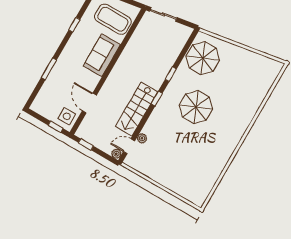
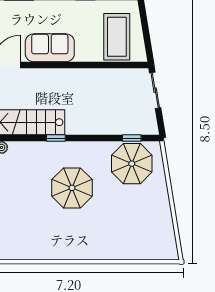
sofa: (102, 55) -> (50, 48), moved
window: (171, 74) -> (132, 138), moved

